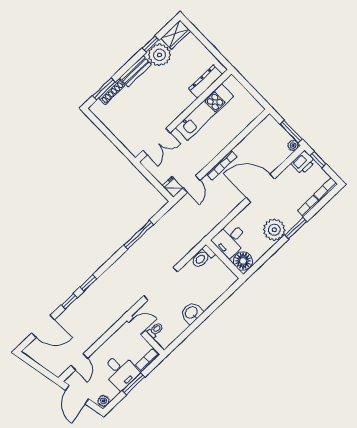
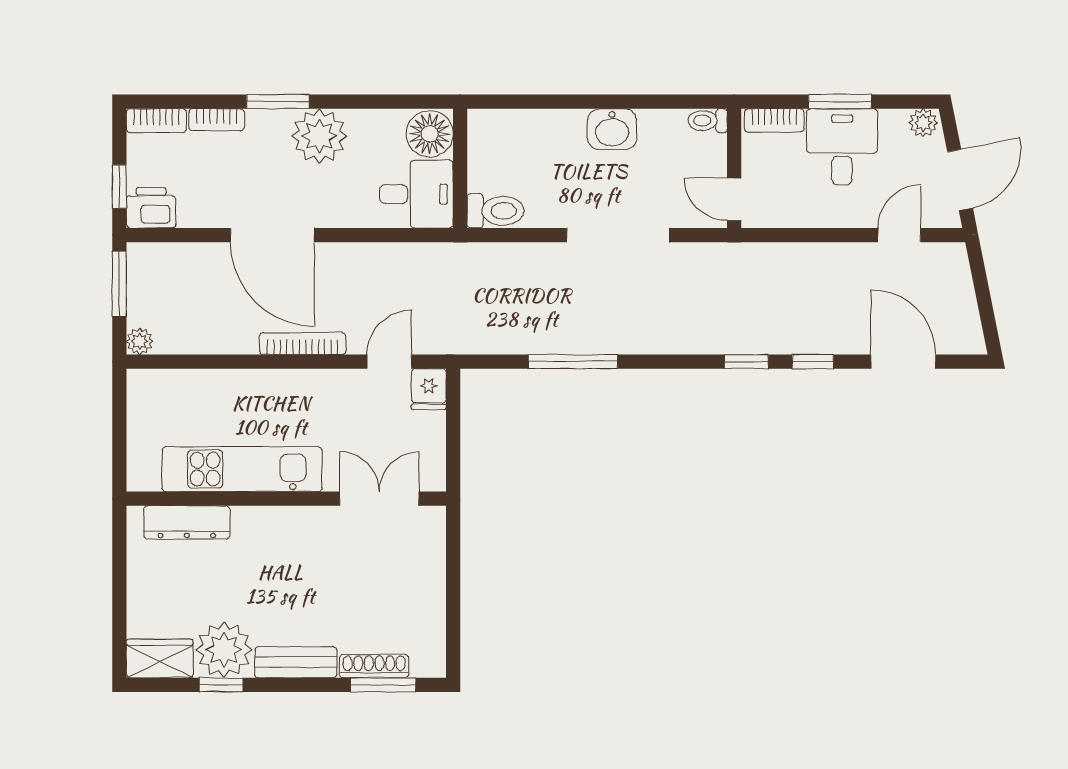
plant: (293, 145) -> (140, 341), moved
toilet: (155, 330) -> (708, 121), moved

